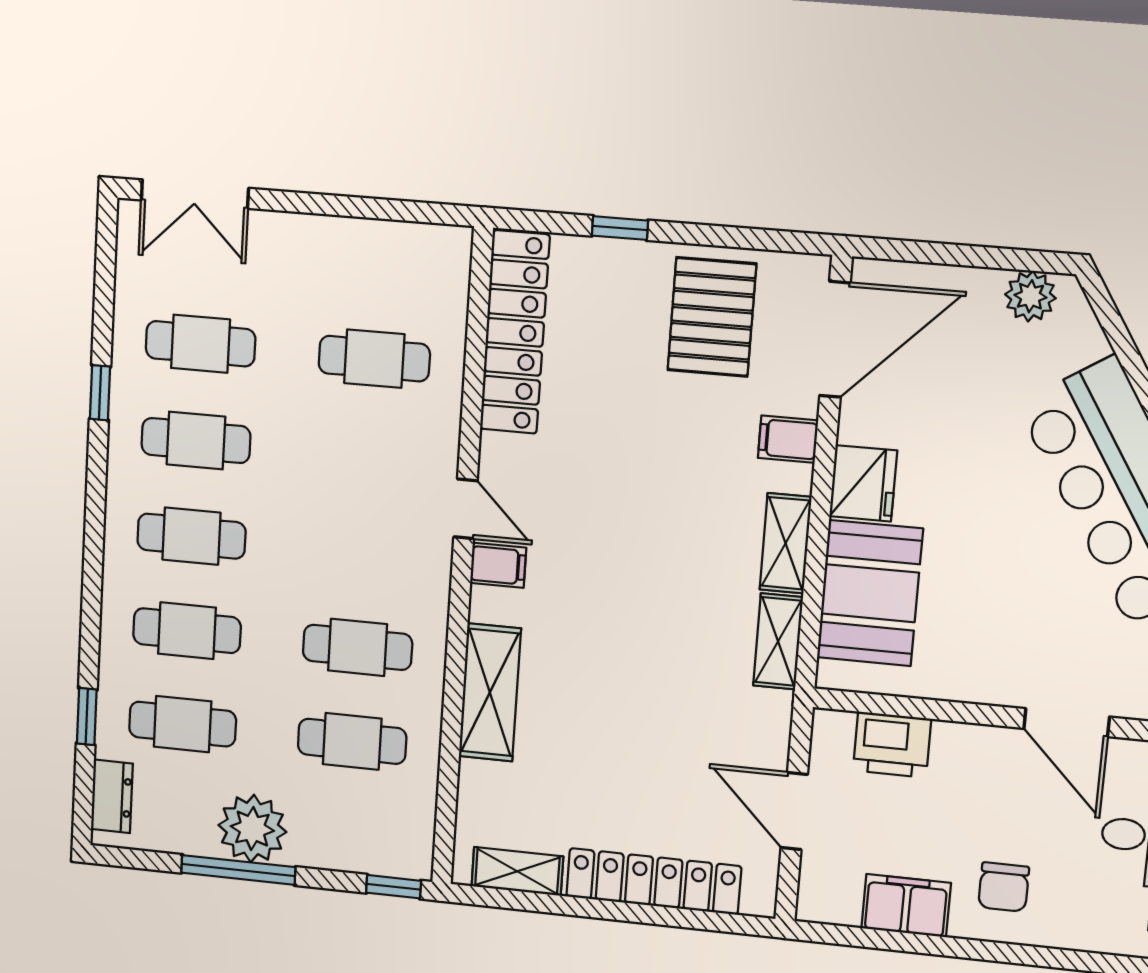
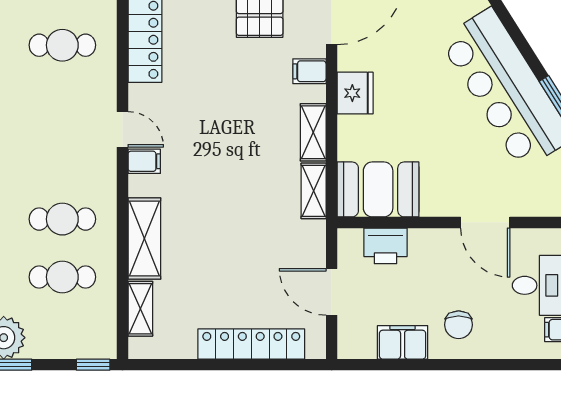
booth: (870, 593) -> (378, 189), moved, turned 90
shelving: (517, 871) -> (140, 309), moved, turned 90

